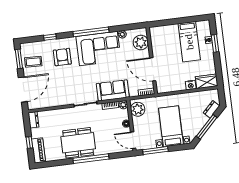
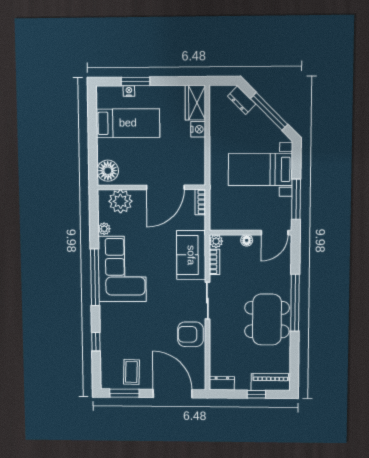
floor lamp: (159, 33) -> (108, 171), added
armchair: (62, 57) -> (190, 334), moved
plant: (138, 109) -> (226, 219), removed

